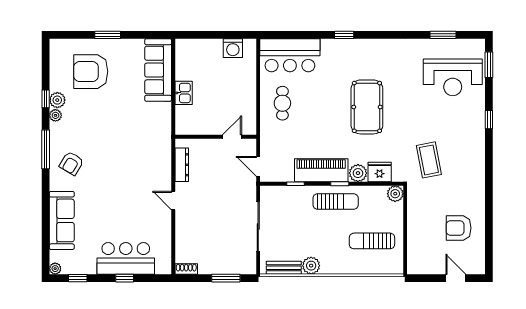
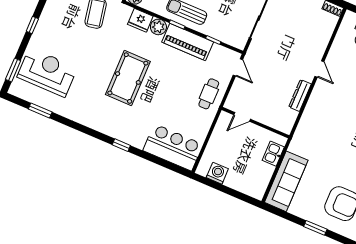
cafe table: (282, 103) -> (209, 94), moved
wall: (216, 137) -> (255, 123), moved
door: (232, 137) -> (242, 117), moved

